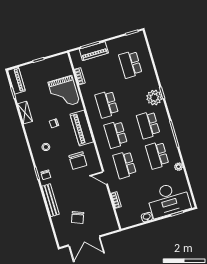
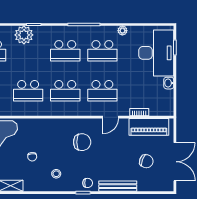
plant: (154, 98) -> (24, 35), moved
piano: (82, 128) -> (149, 127), moved

